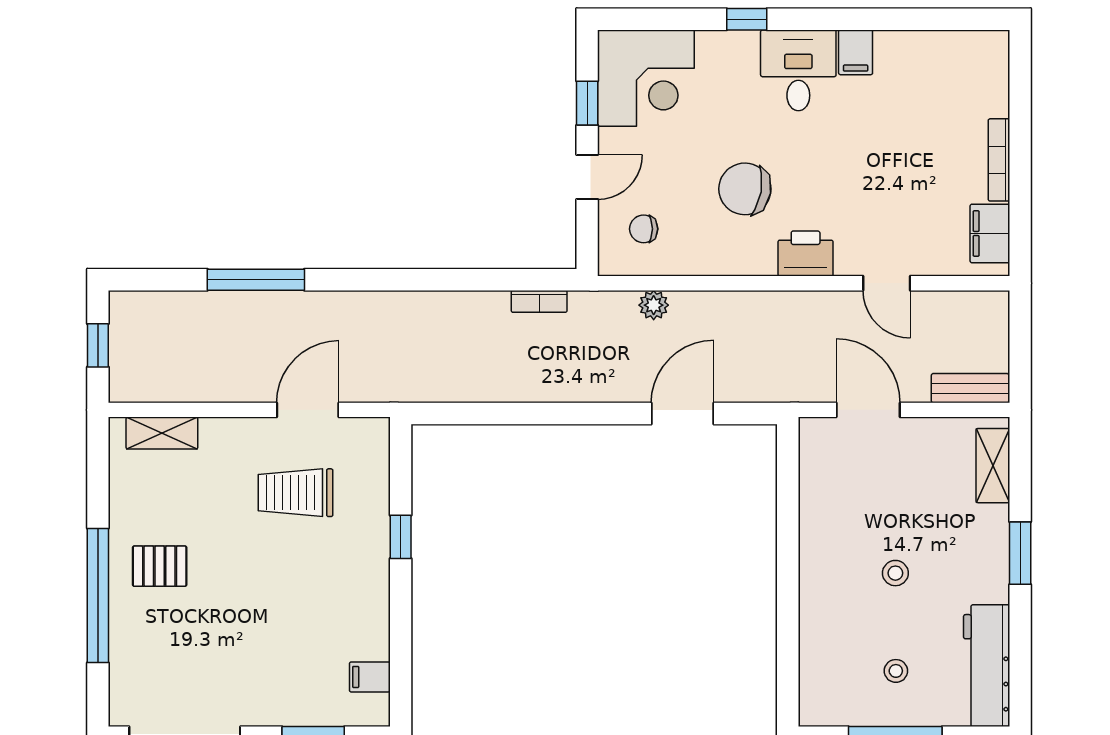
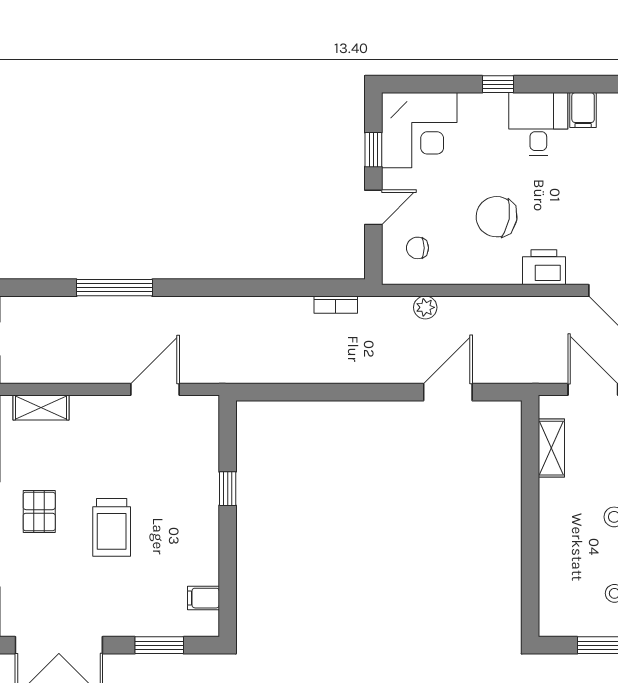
shelving: (815, 485) -> (551, 448), added
trolley: (296, 493) -> (112, 527), moved, turned -90
pallet: (160, 566) -> (39, 511), turned 90

